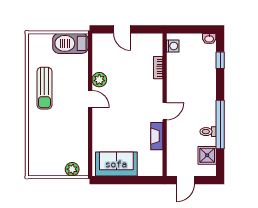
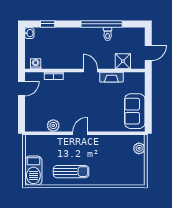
door: (122, 29) -> (22, 89), moved
barbecue: (70, 43) -> (33, 171), moved
plant: (99, 80) -> (53, 125), moved
shower: (207, 155) -> (123, 61), moved
door: (185, 180) -> (148, 53), hinge flipped

